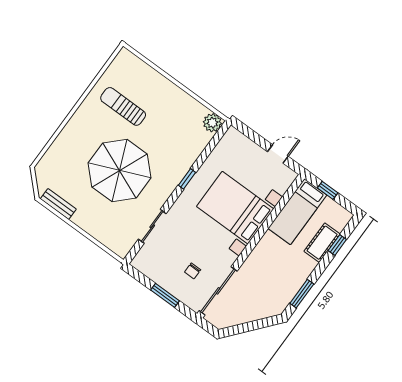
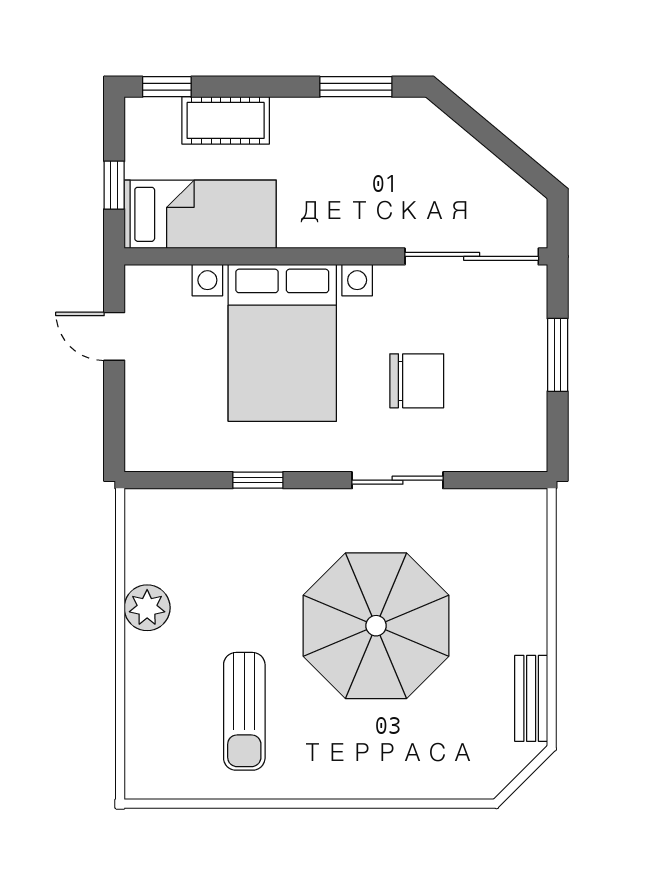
plant: (212, 123) -> (147, 608), moved
window: (187, 179) -> (258, 480), moved
sliding door: (152, 226) -> (397, 480), moved
window: (337, 245) -> (167, 87), moved
chair: (193, 271) -> (417, 381), moved, width x1.87, depth x1.87

